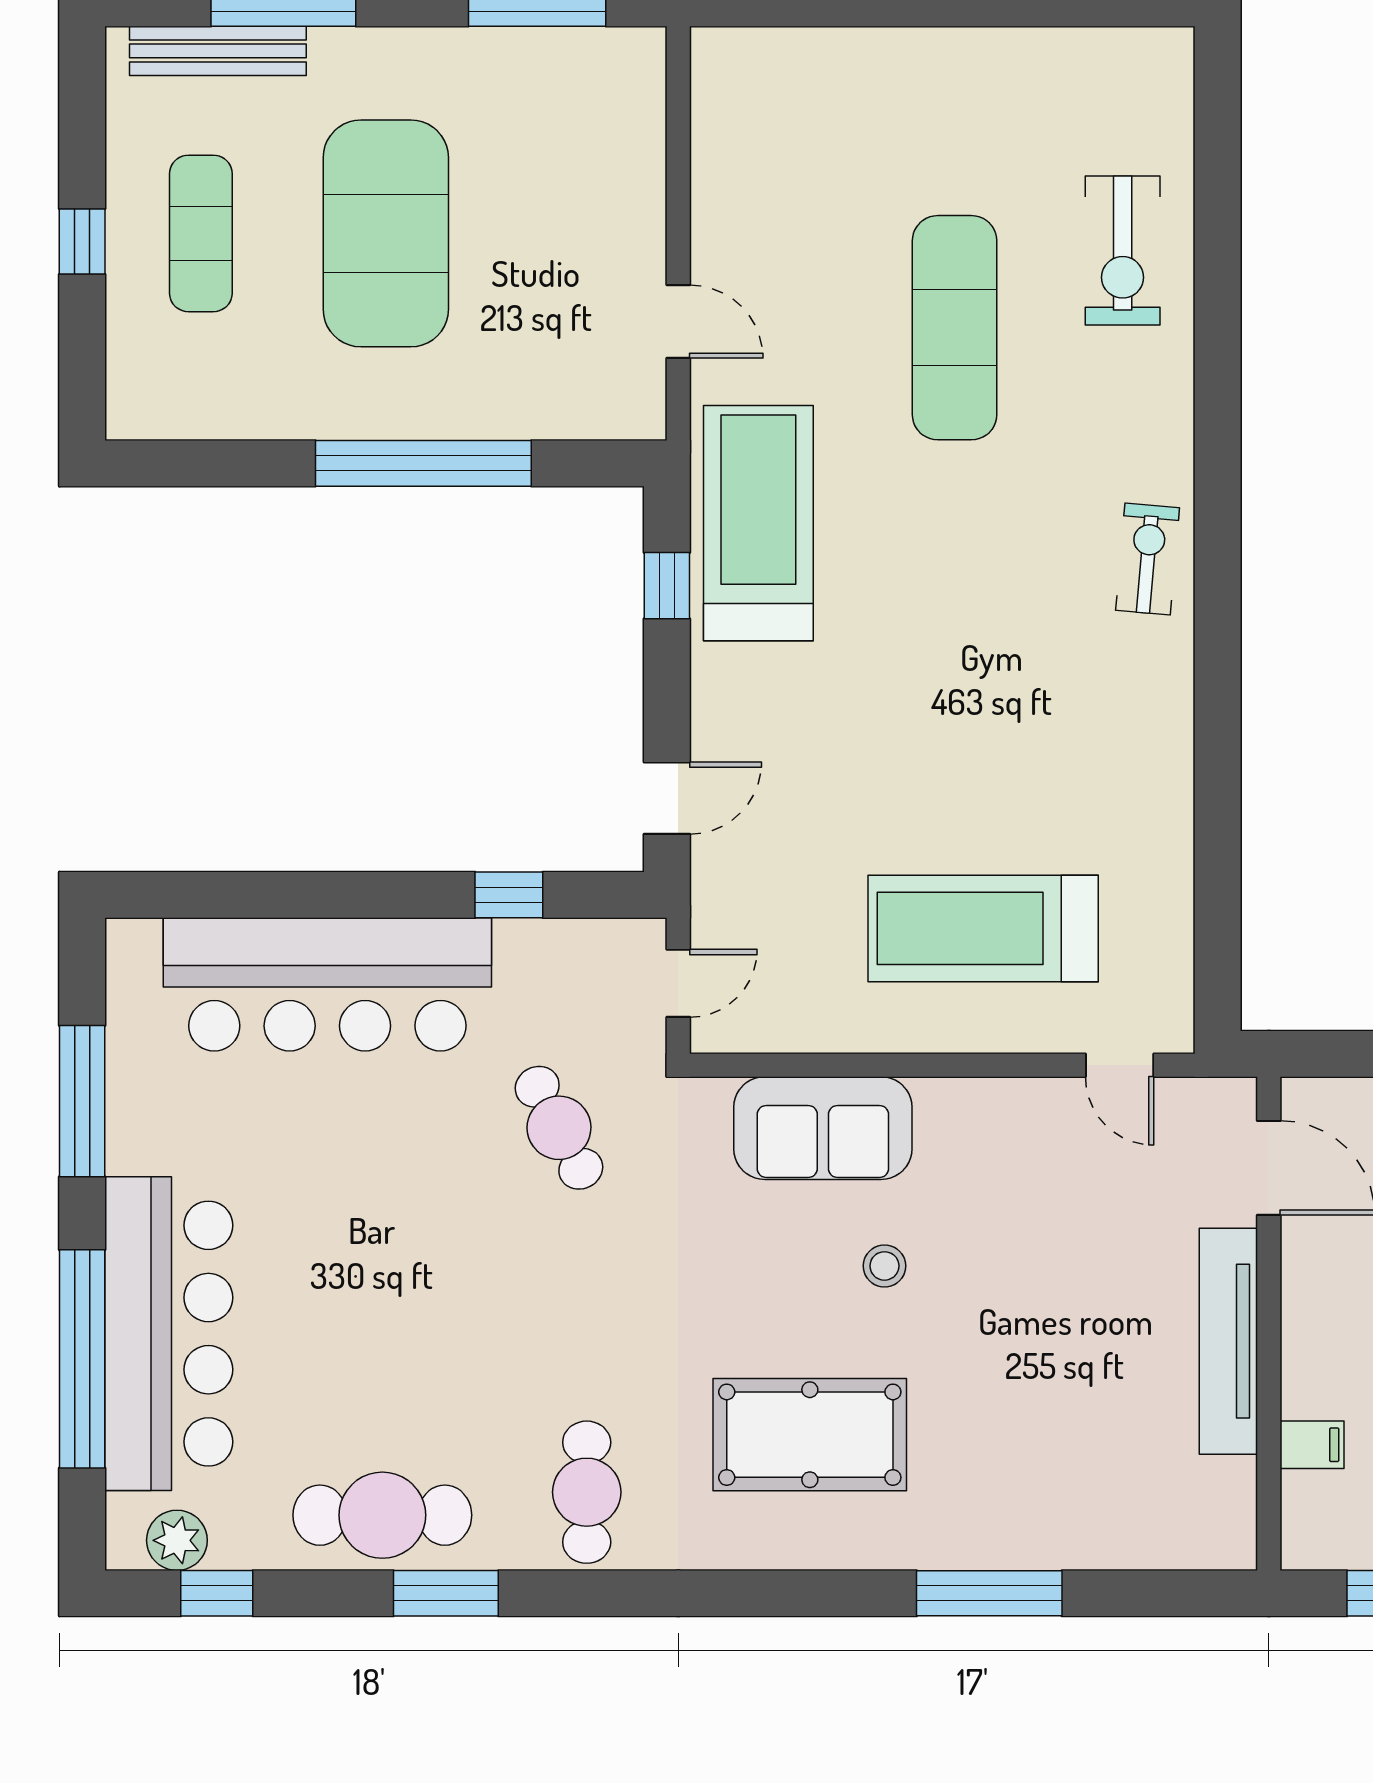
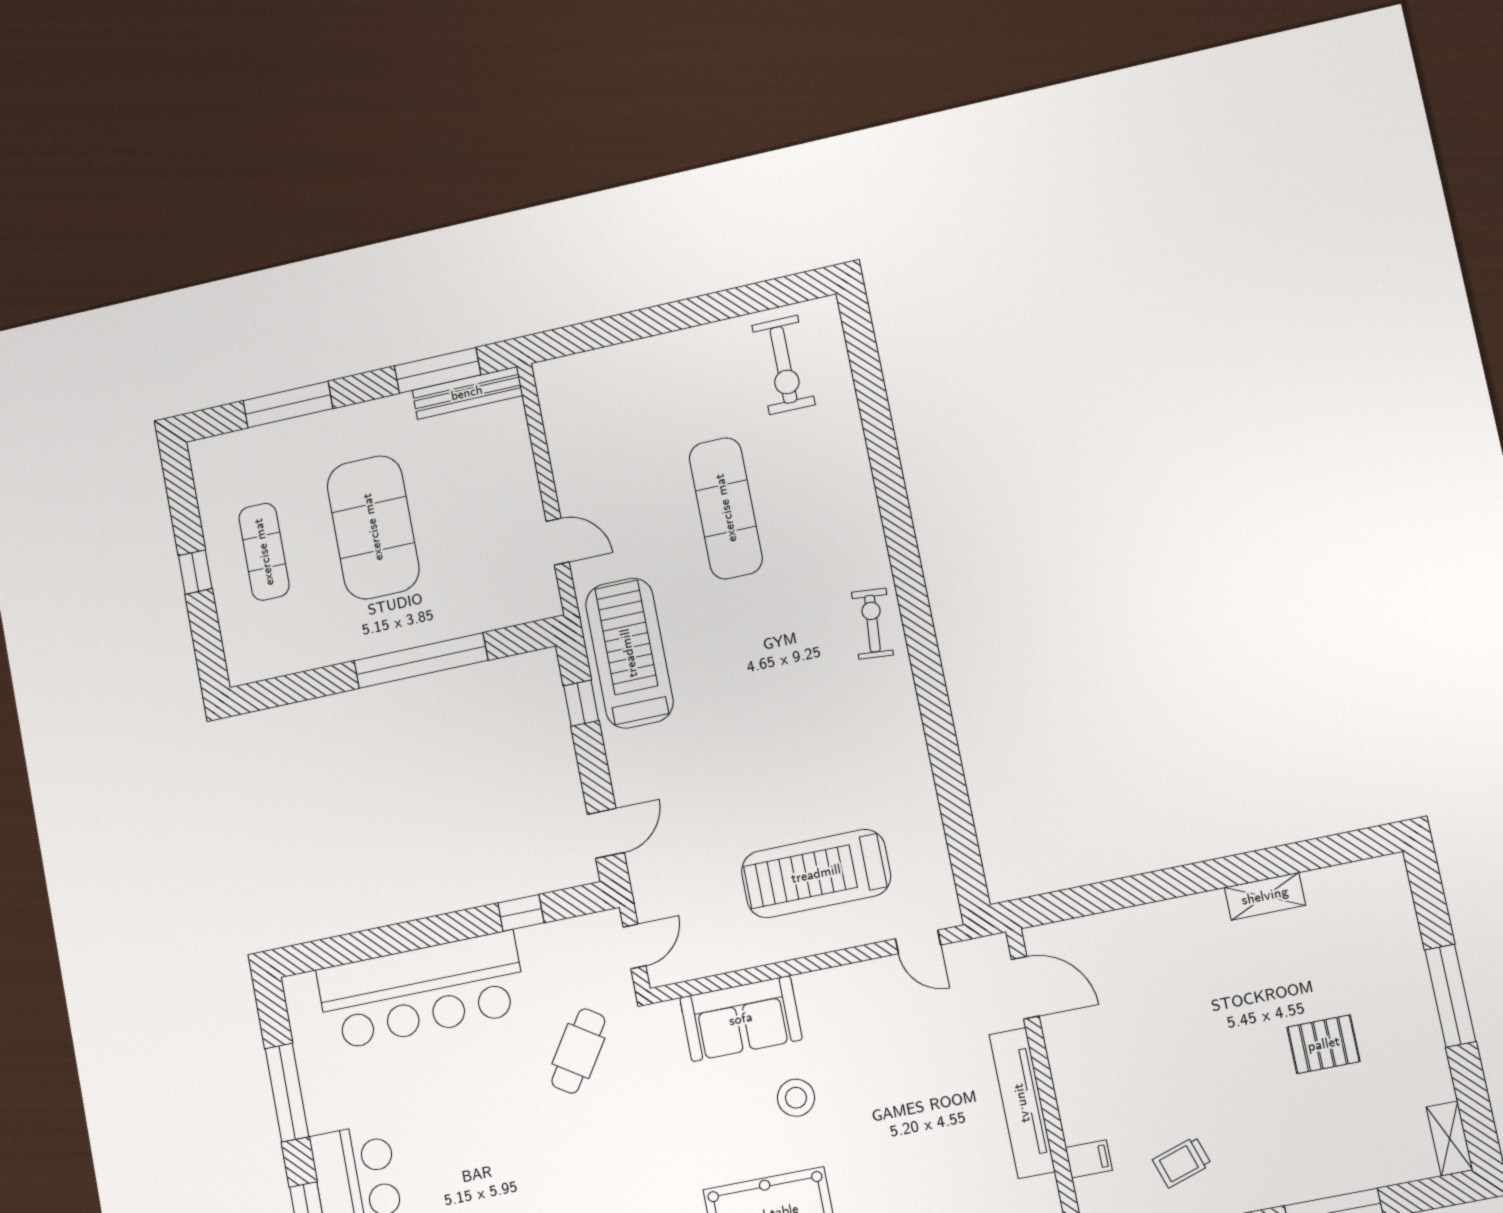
bench: (218, 51) -> (467, 393), moved
exercise bike: (1123, 250) -> (783, 365), moved
cafe table: (559, 1128) -> (578, 1051), turned 61
stool: (884, 1266) -> (796, 1098), width x1.37, depth x1.37

